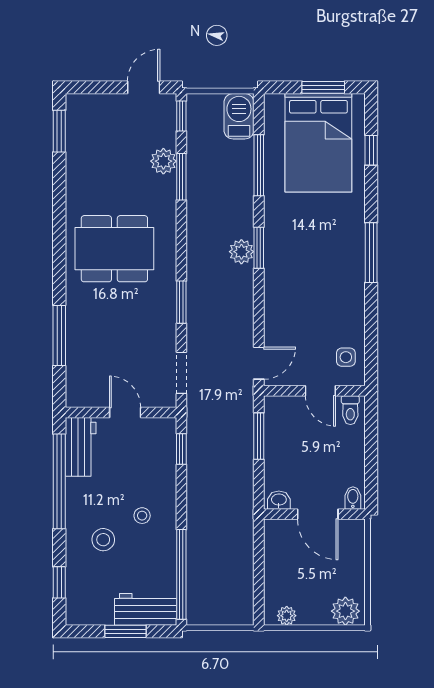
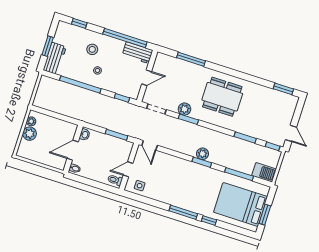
window: (371, 150) -> (209, 221), moved
plant: (163, 161) -> (184, 109), moved
dining table: (114, 249) -> (222, 97), turned 90
window: (181, 574) -> (80, 85), moved
plant: (345, 611) -> (30, 134), moved

